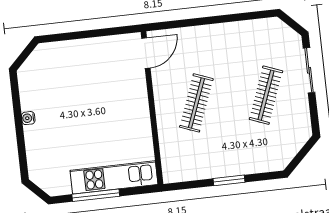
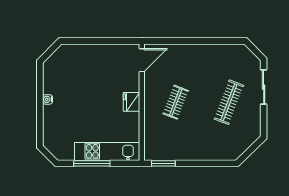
clothes rail: (196, 103) -> (176, 102), width x0.73
fridge: (139, 109) -> (132, 102), added
window: (229, 180) -> (163, 163), moved

